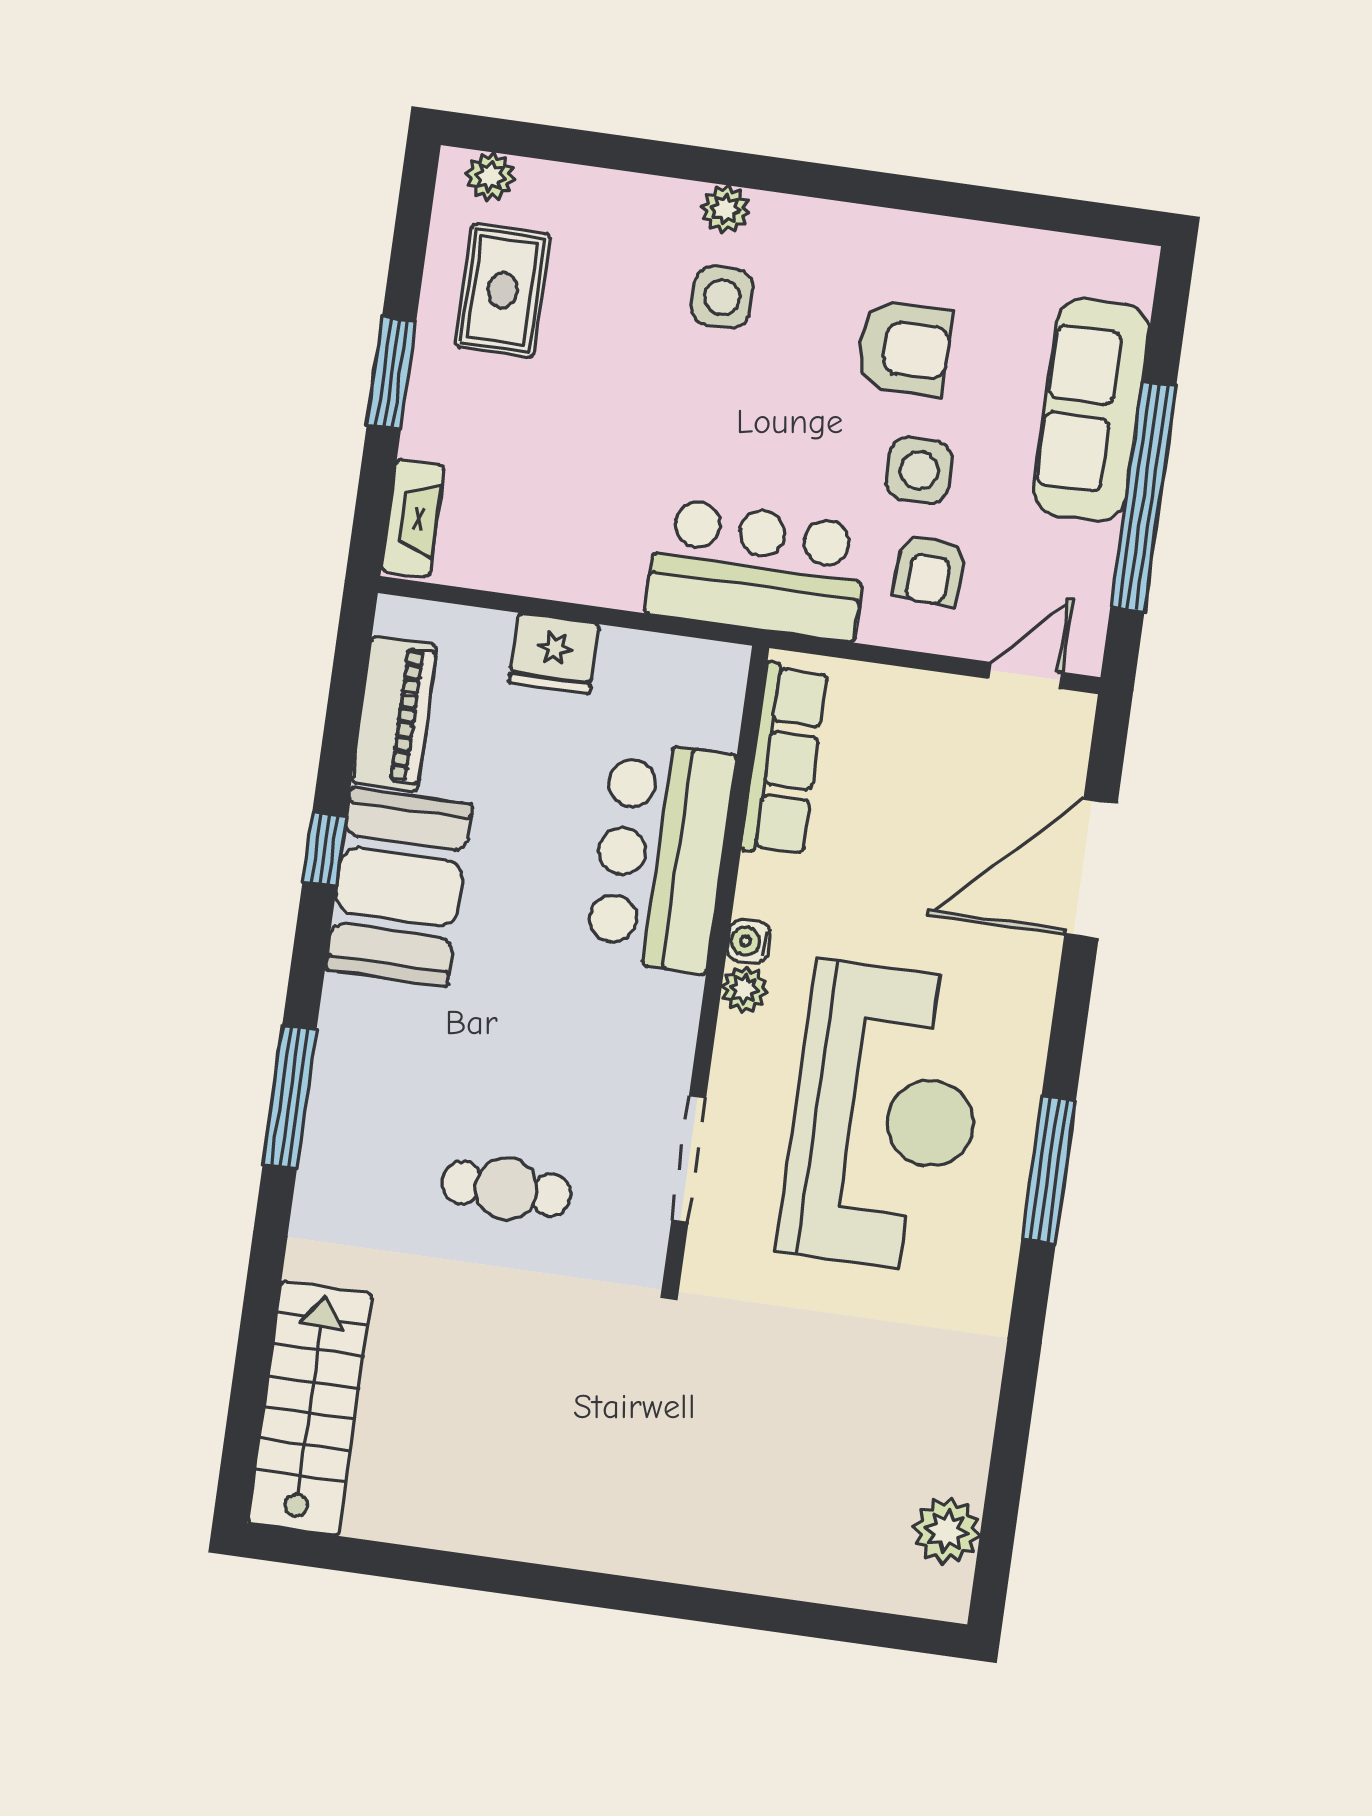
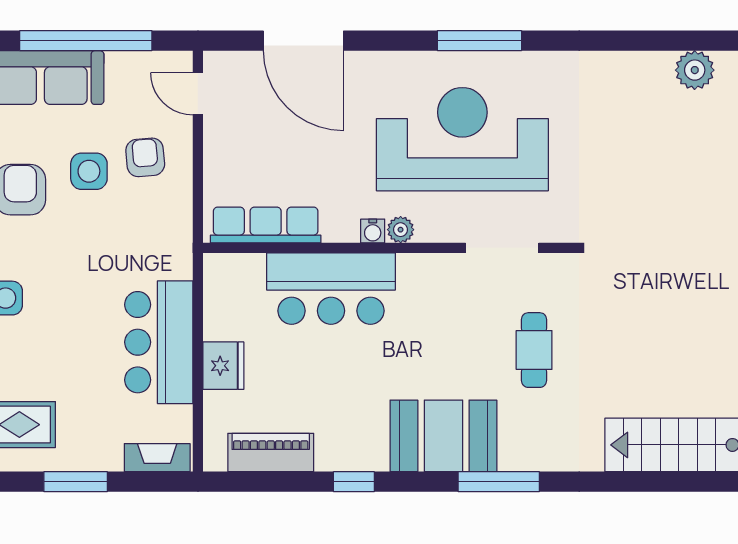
bar counter: (757, 569) -> (159, 342), moved
armchair: (929, 570) -> (145, 157), turned -98
booth: (399, 887) -> (443, 436), moved

